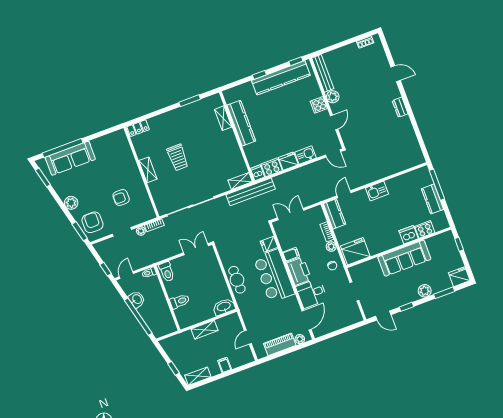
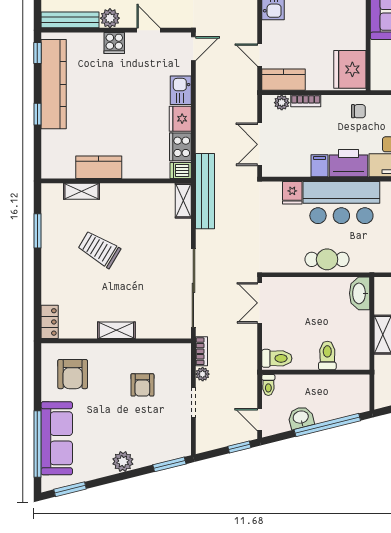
kitchen counter: (241, 123) -> (99, 167), width x0.67
trolley: (178, 157) -> (99, 249), moved, turned -149
armchair: (92, 222) -> (73, 374), moved, turned -90
plant: (331, 247) -> (282, 103), moved

